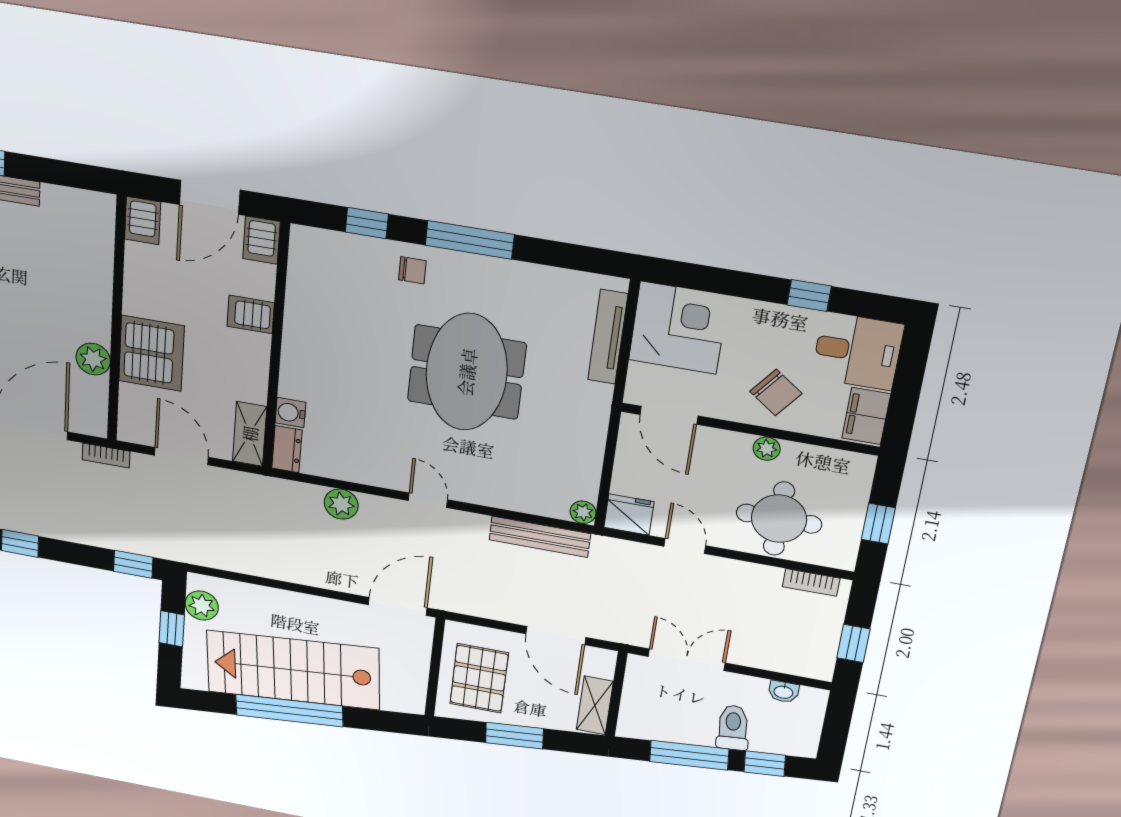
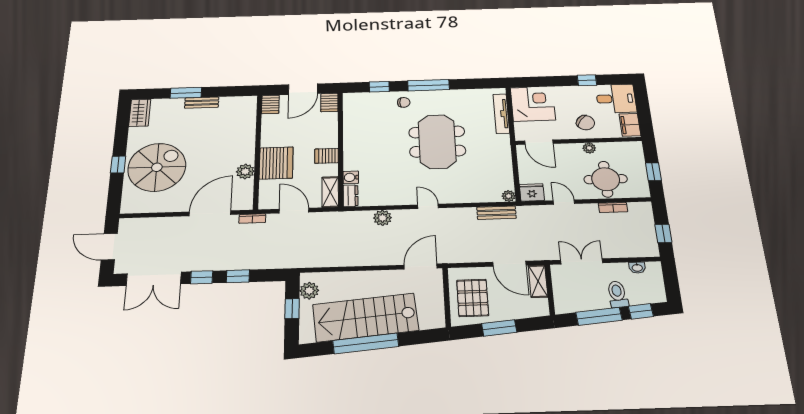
server rack: (251, 314) -> (327, 156), moved
bench: (540, 537) -> (496, 213), width x0.73
window: (133, 564) -> (238, 276), moved
bookcase: (811, 582) -> (613, 208), moved
shelving: (595, 705) -> (538, 281), moved

